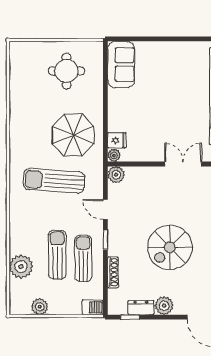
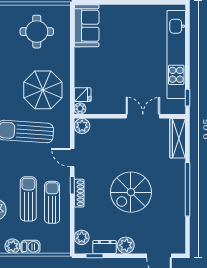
shoe rack: (113, 272) -> (79, 193), moved
plant: (116, 297) -> (82, 237), added
barbecue: (93, 307) -> (30, 247), moved

